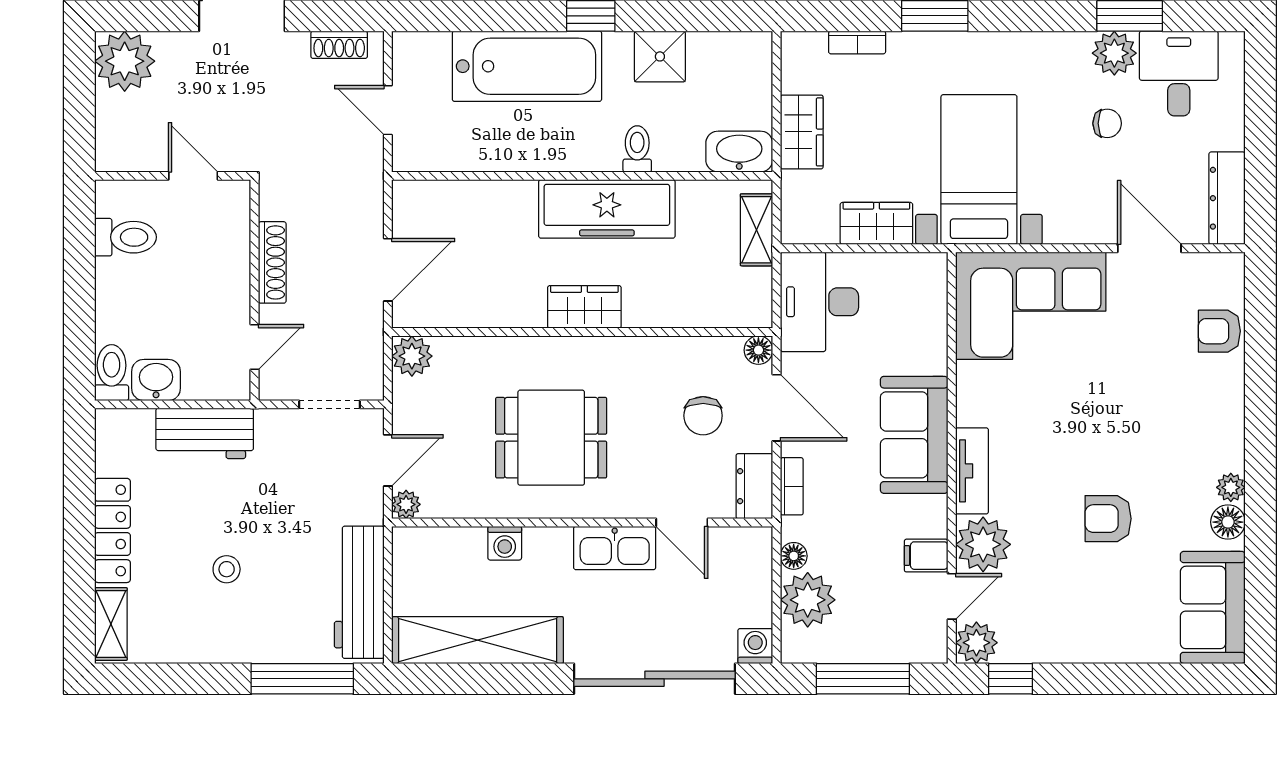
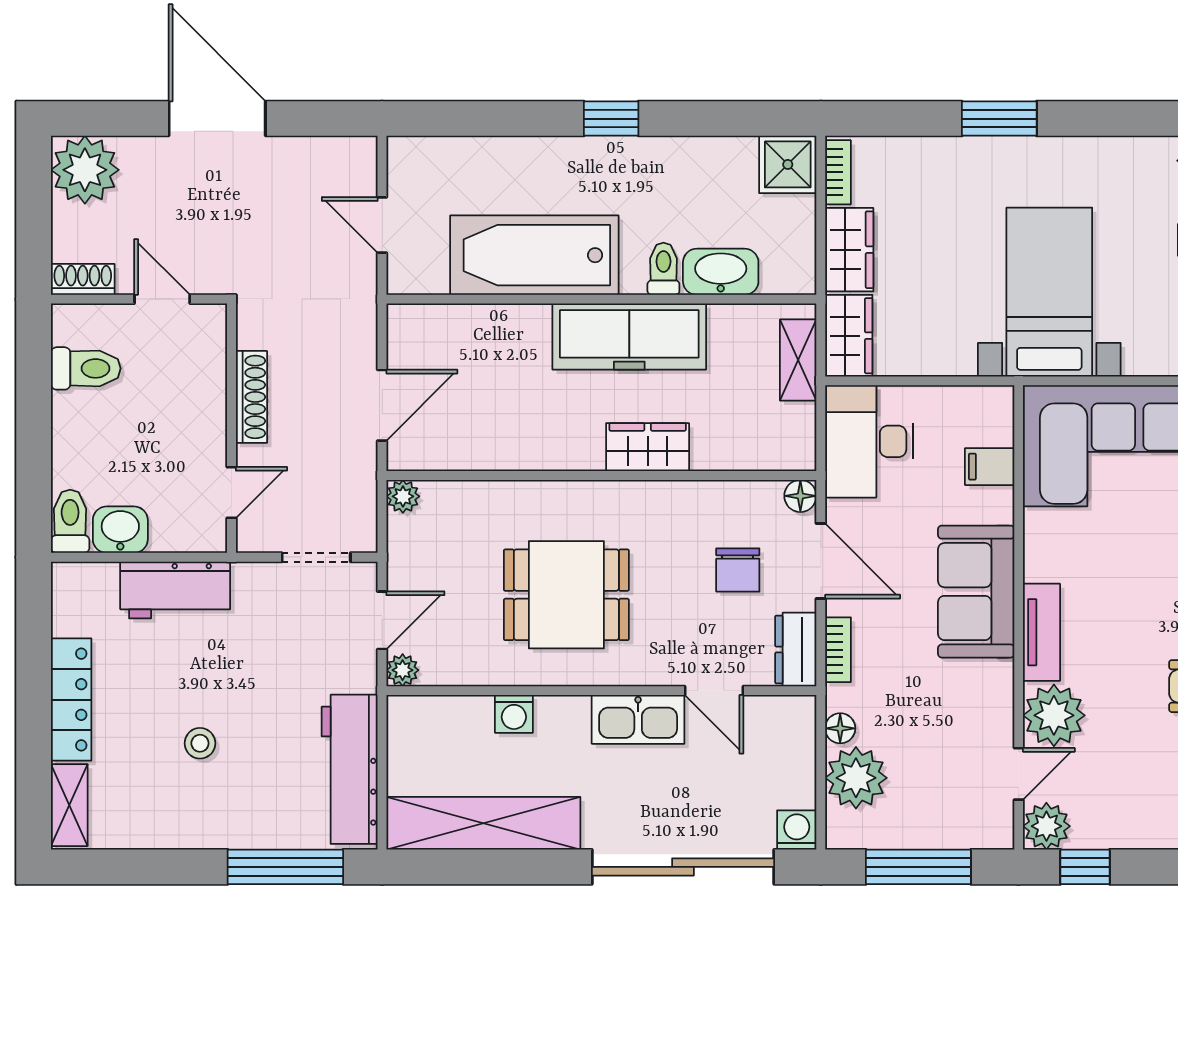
bookcase: (857, 42) -> (838, 172), moved, turned -90
shoe rack: (339, 45) -> (83, 279), moved, turned 180
shower: (660, 56) -> (788, 164), moved
bathtub: (527, 66) -> (534, 255), moved, turned 180
washbasin: (739, 152) -> (721, 272), moved
wardrobe: (876, 223) -> (849, 336), moved, turned 90
wardrobe: (584, 307) -> (648, 447), moved
plant: (412, 356) -> (403, 496), width x0.73, depth x0.73
filing cabinet: (926, 556) -> (990, 467), moved

